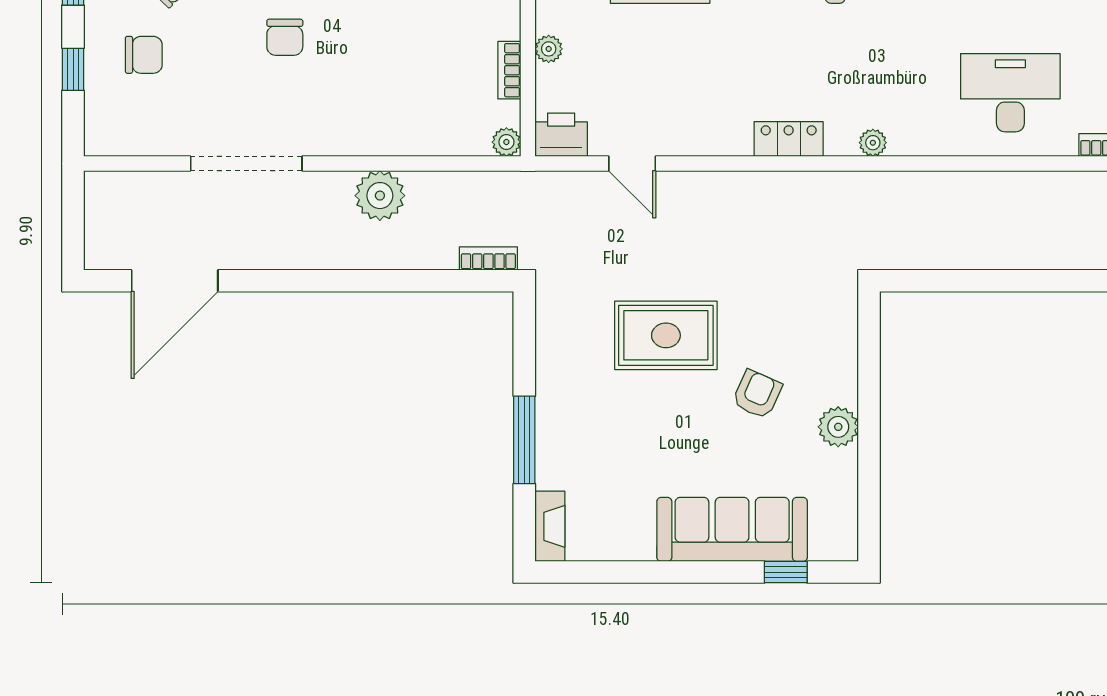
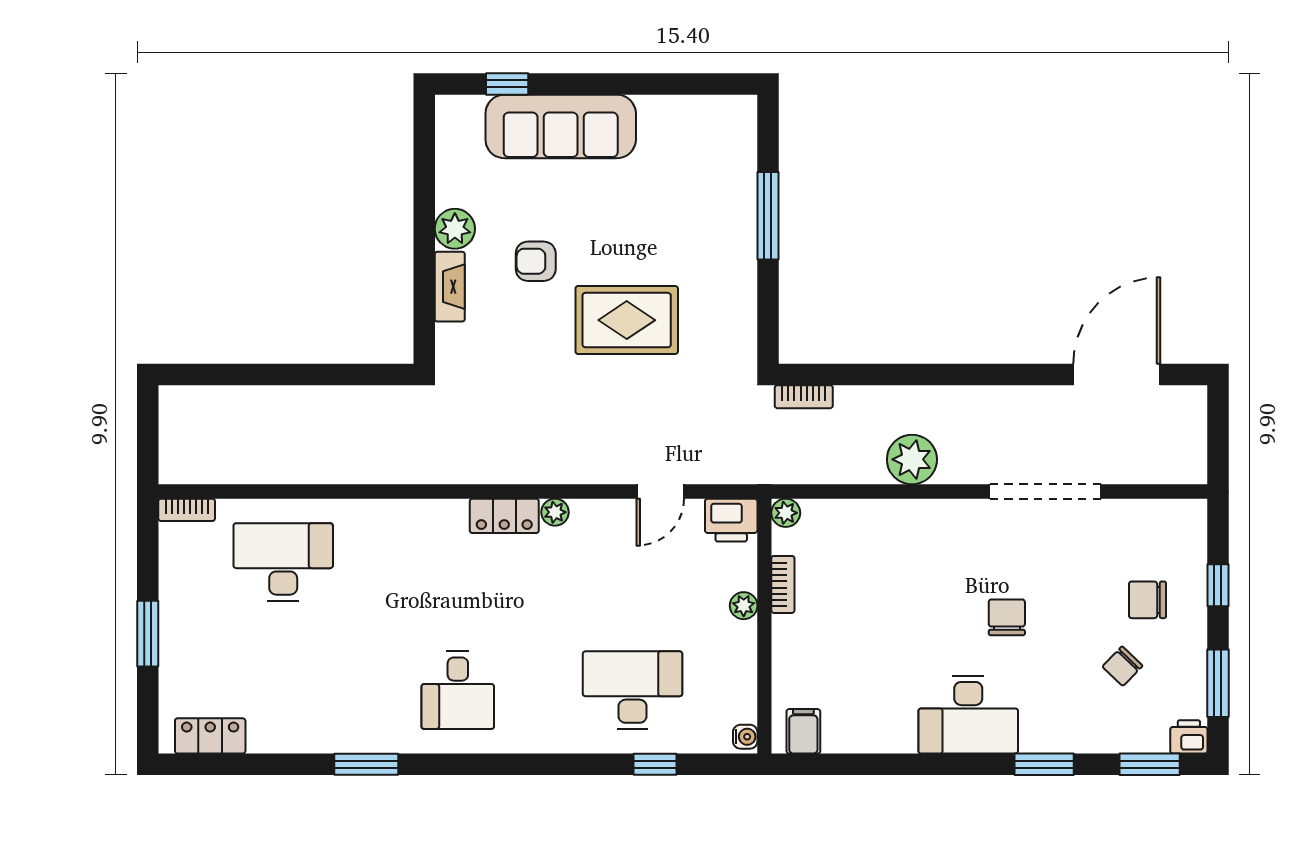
desk: (1010, 93) -> (283, 562), turned 180
plant: (873, 143) -> (555, 512), moved
door: (632, 163) -> (660, 491), swing flipped
armchair: (757, 394) -> (536, 261), turned 66
fireplace: (550, 526) -> (450, 287), moved, turned 180

